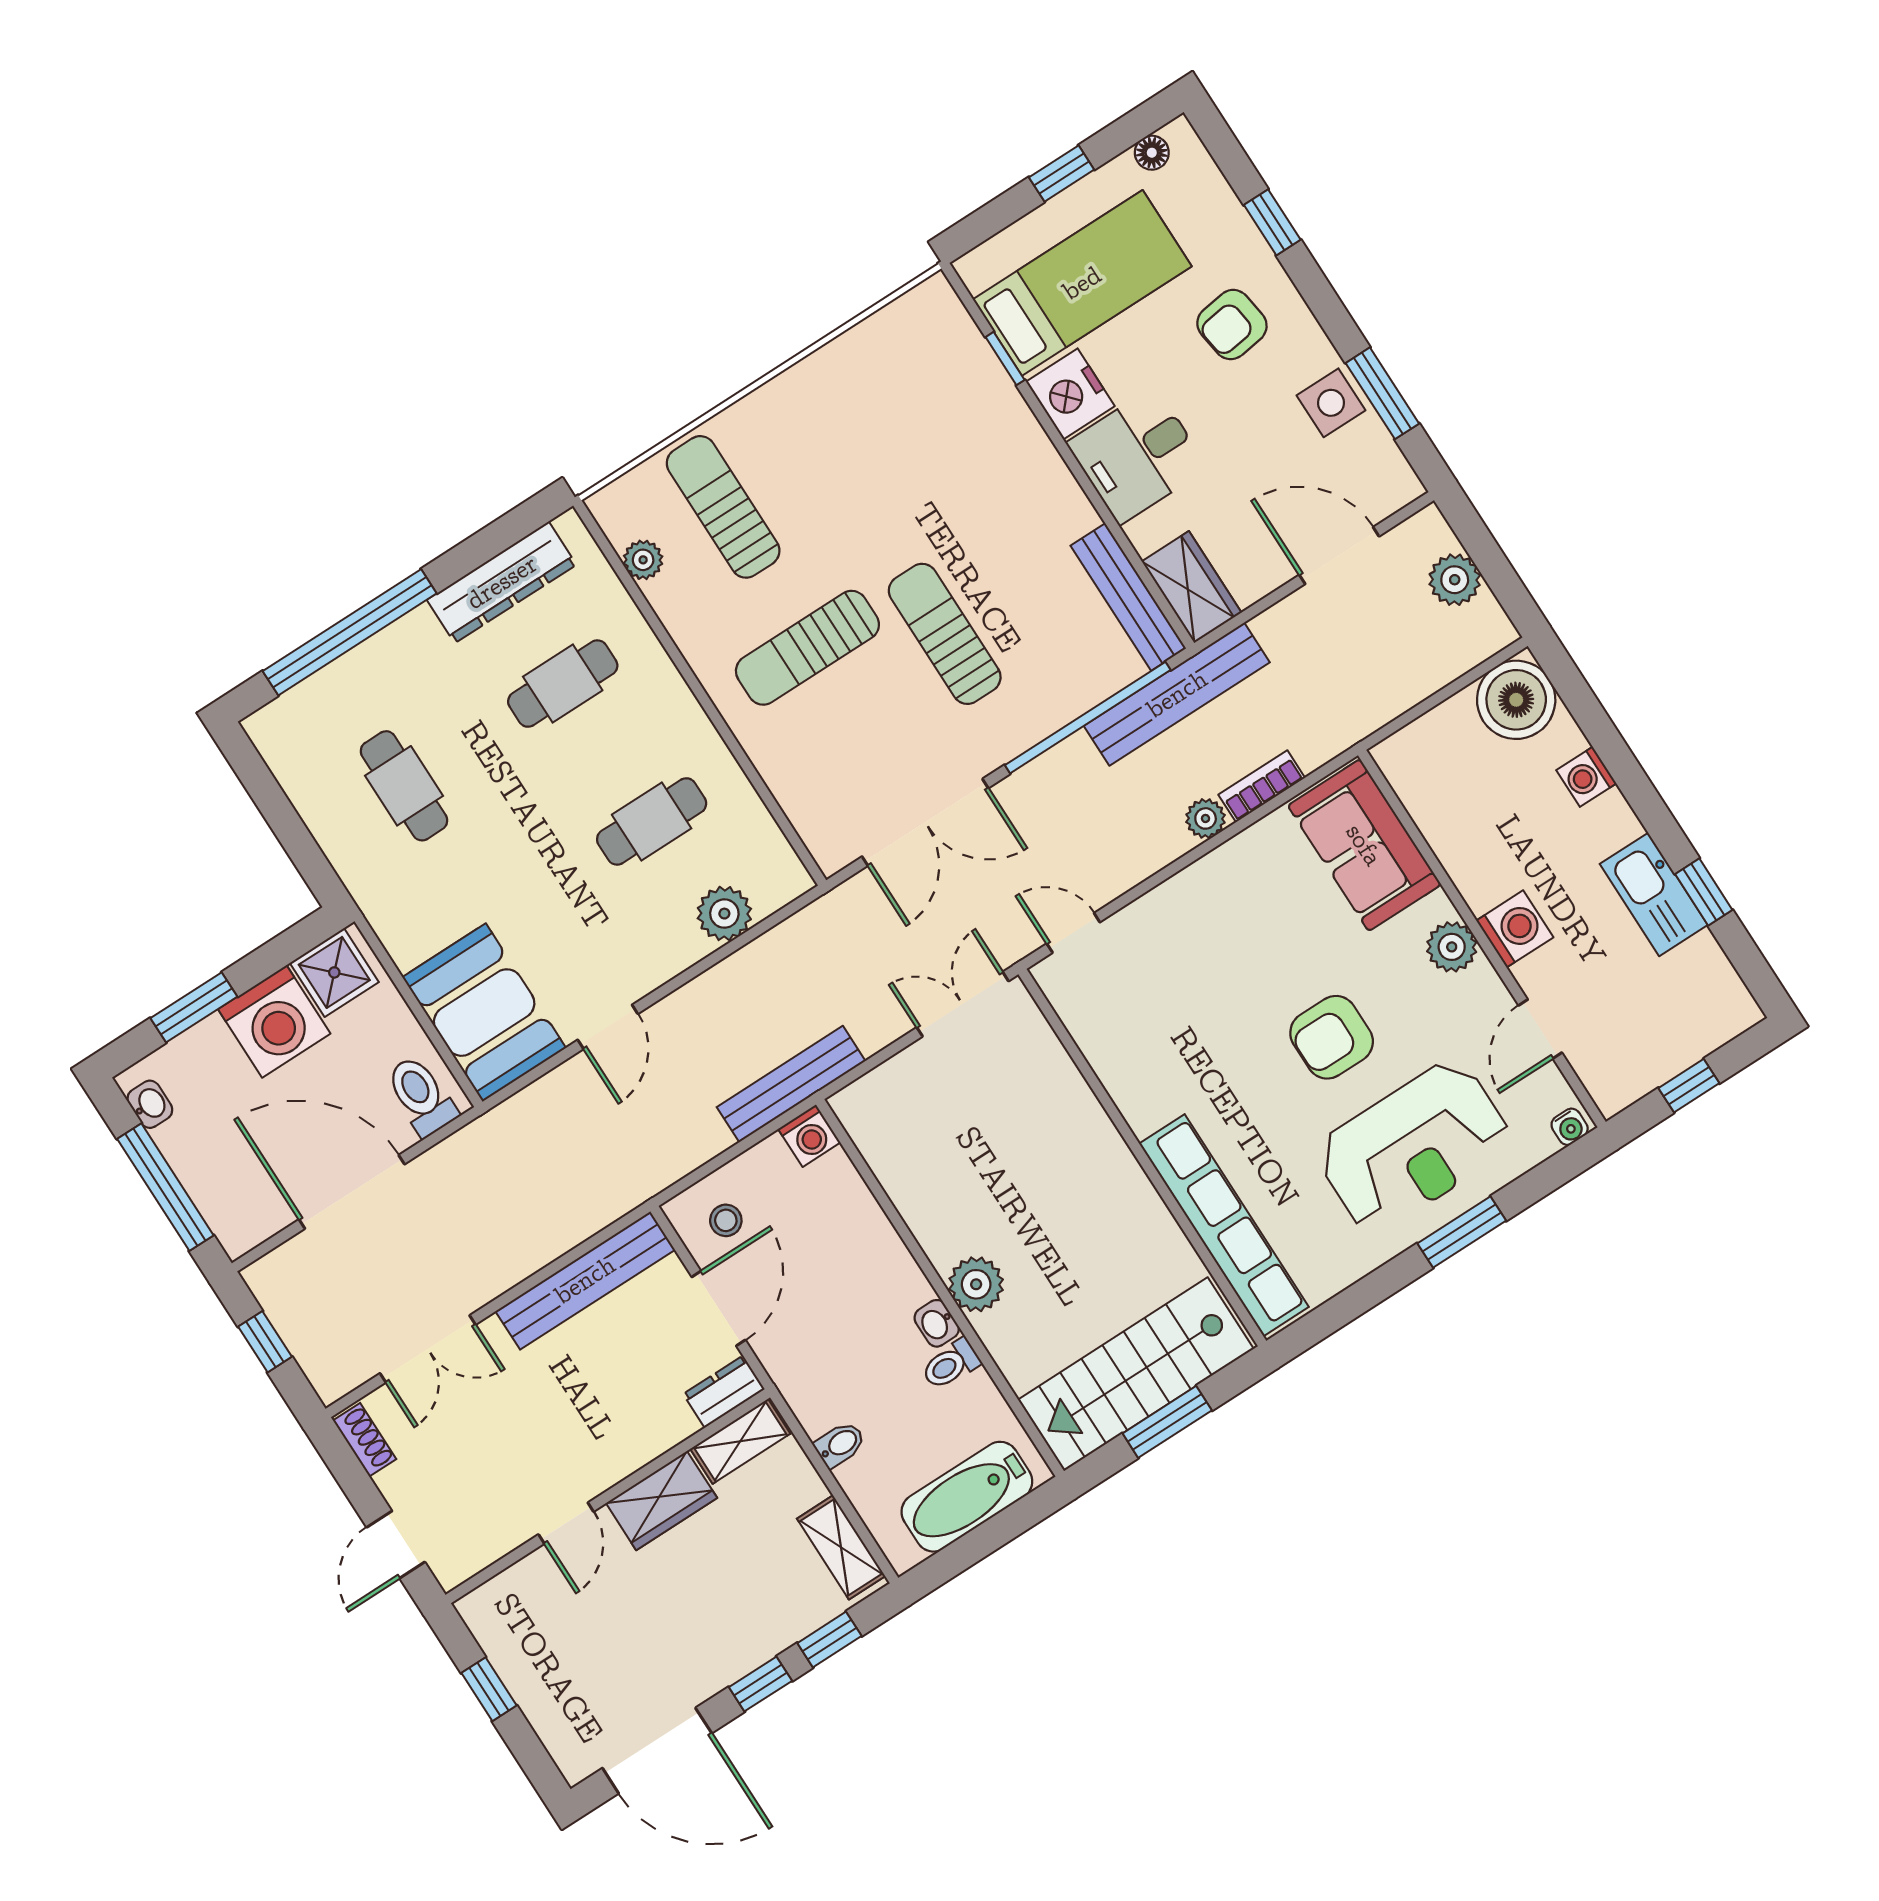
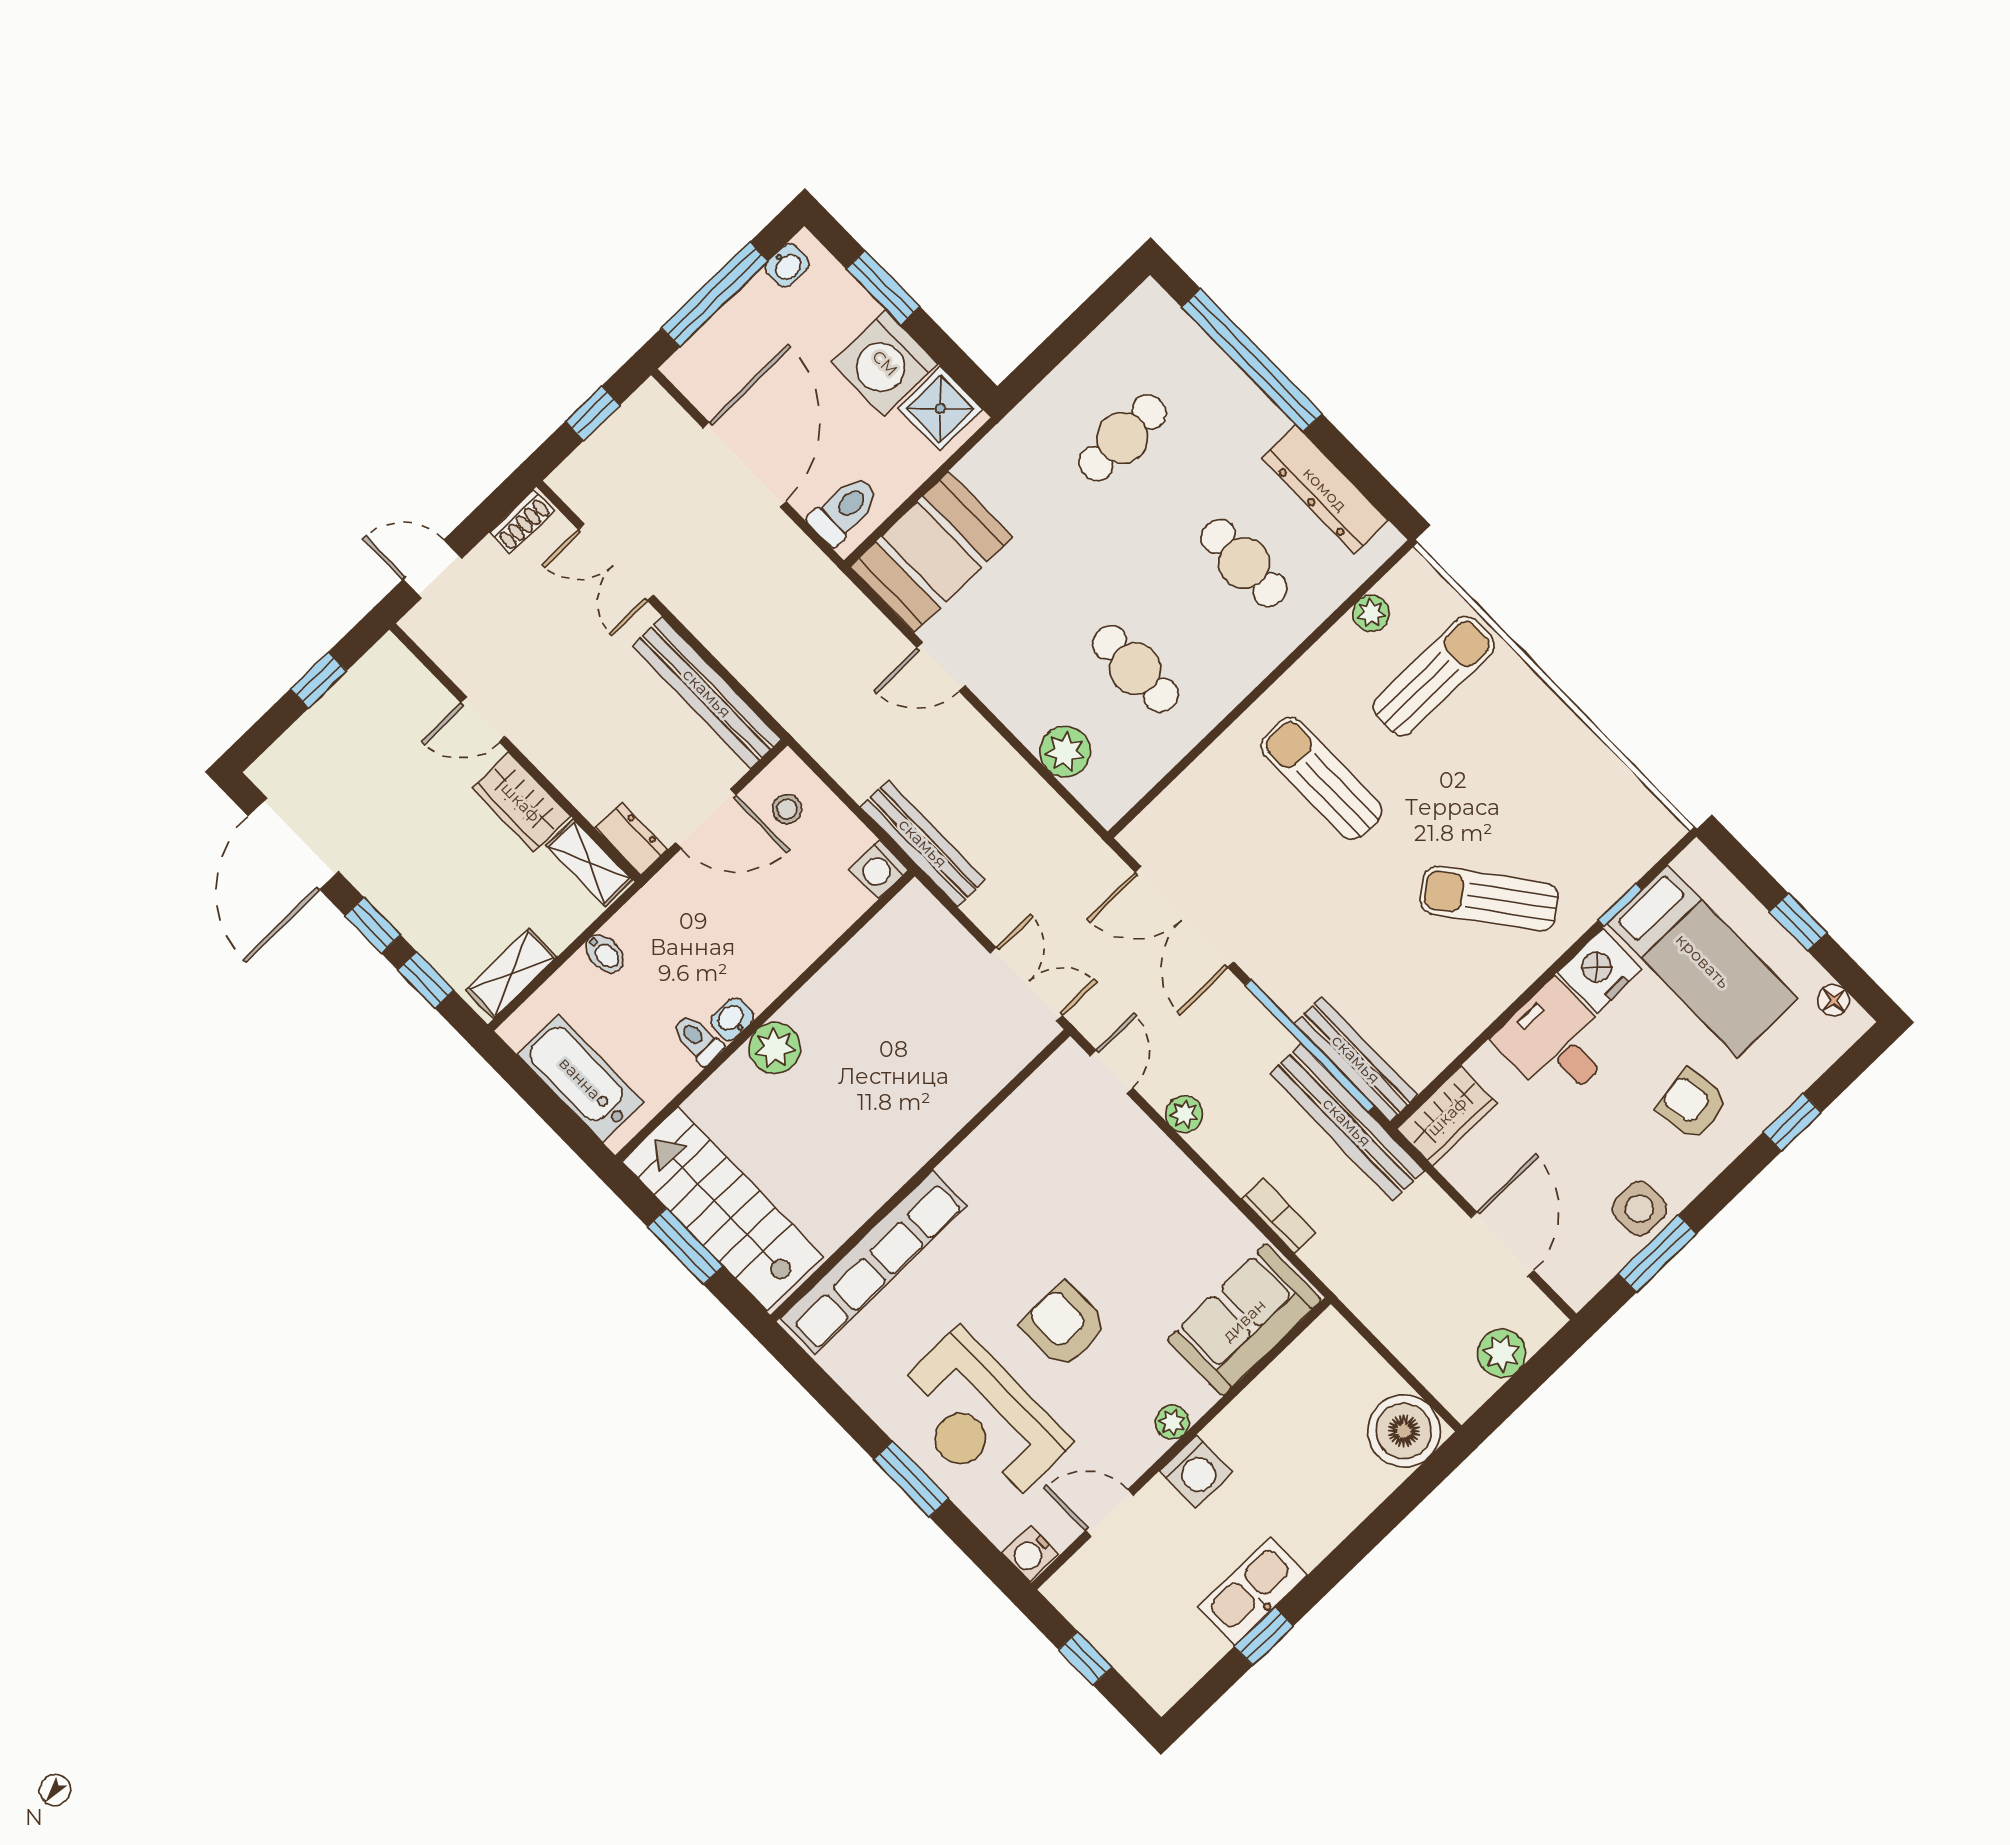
bench: (1128, 597) -> (1356, 1059), moved, turned 90
sun lounger: (945, 634) -> (1489, 899), moved, turned -127
washing machine: (1586, 777) -> (1347, 1509), removed
plant: (1206, 818) -> (1184, 1114), moved
plant: (1452, 947) -> (1172, 1422), width x0.73, depth x0.73
water cooler: (1570, 1127) -> (1030, 1554), width x1.38, depth x1.38

